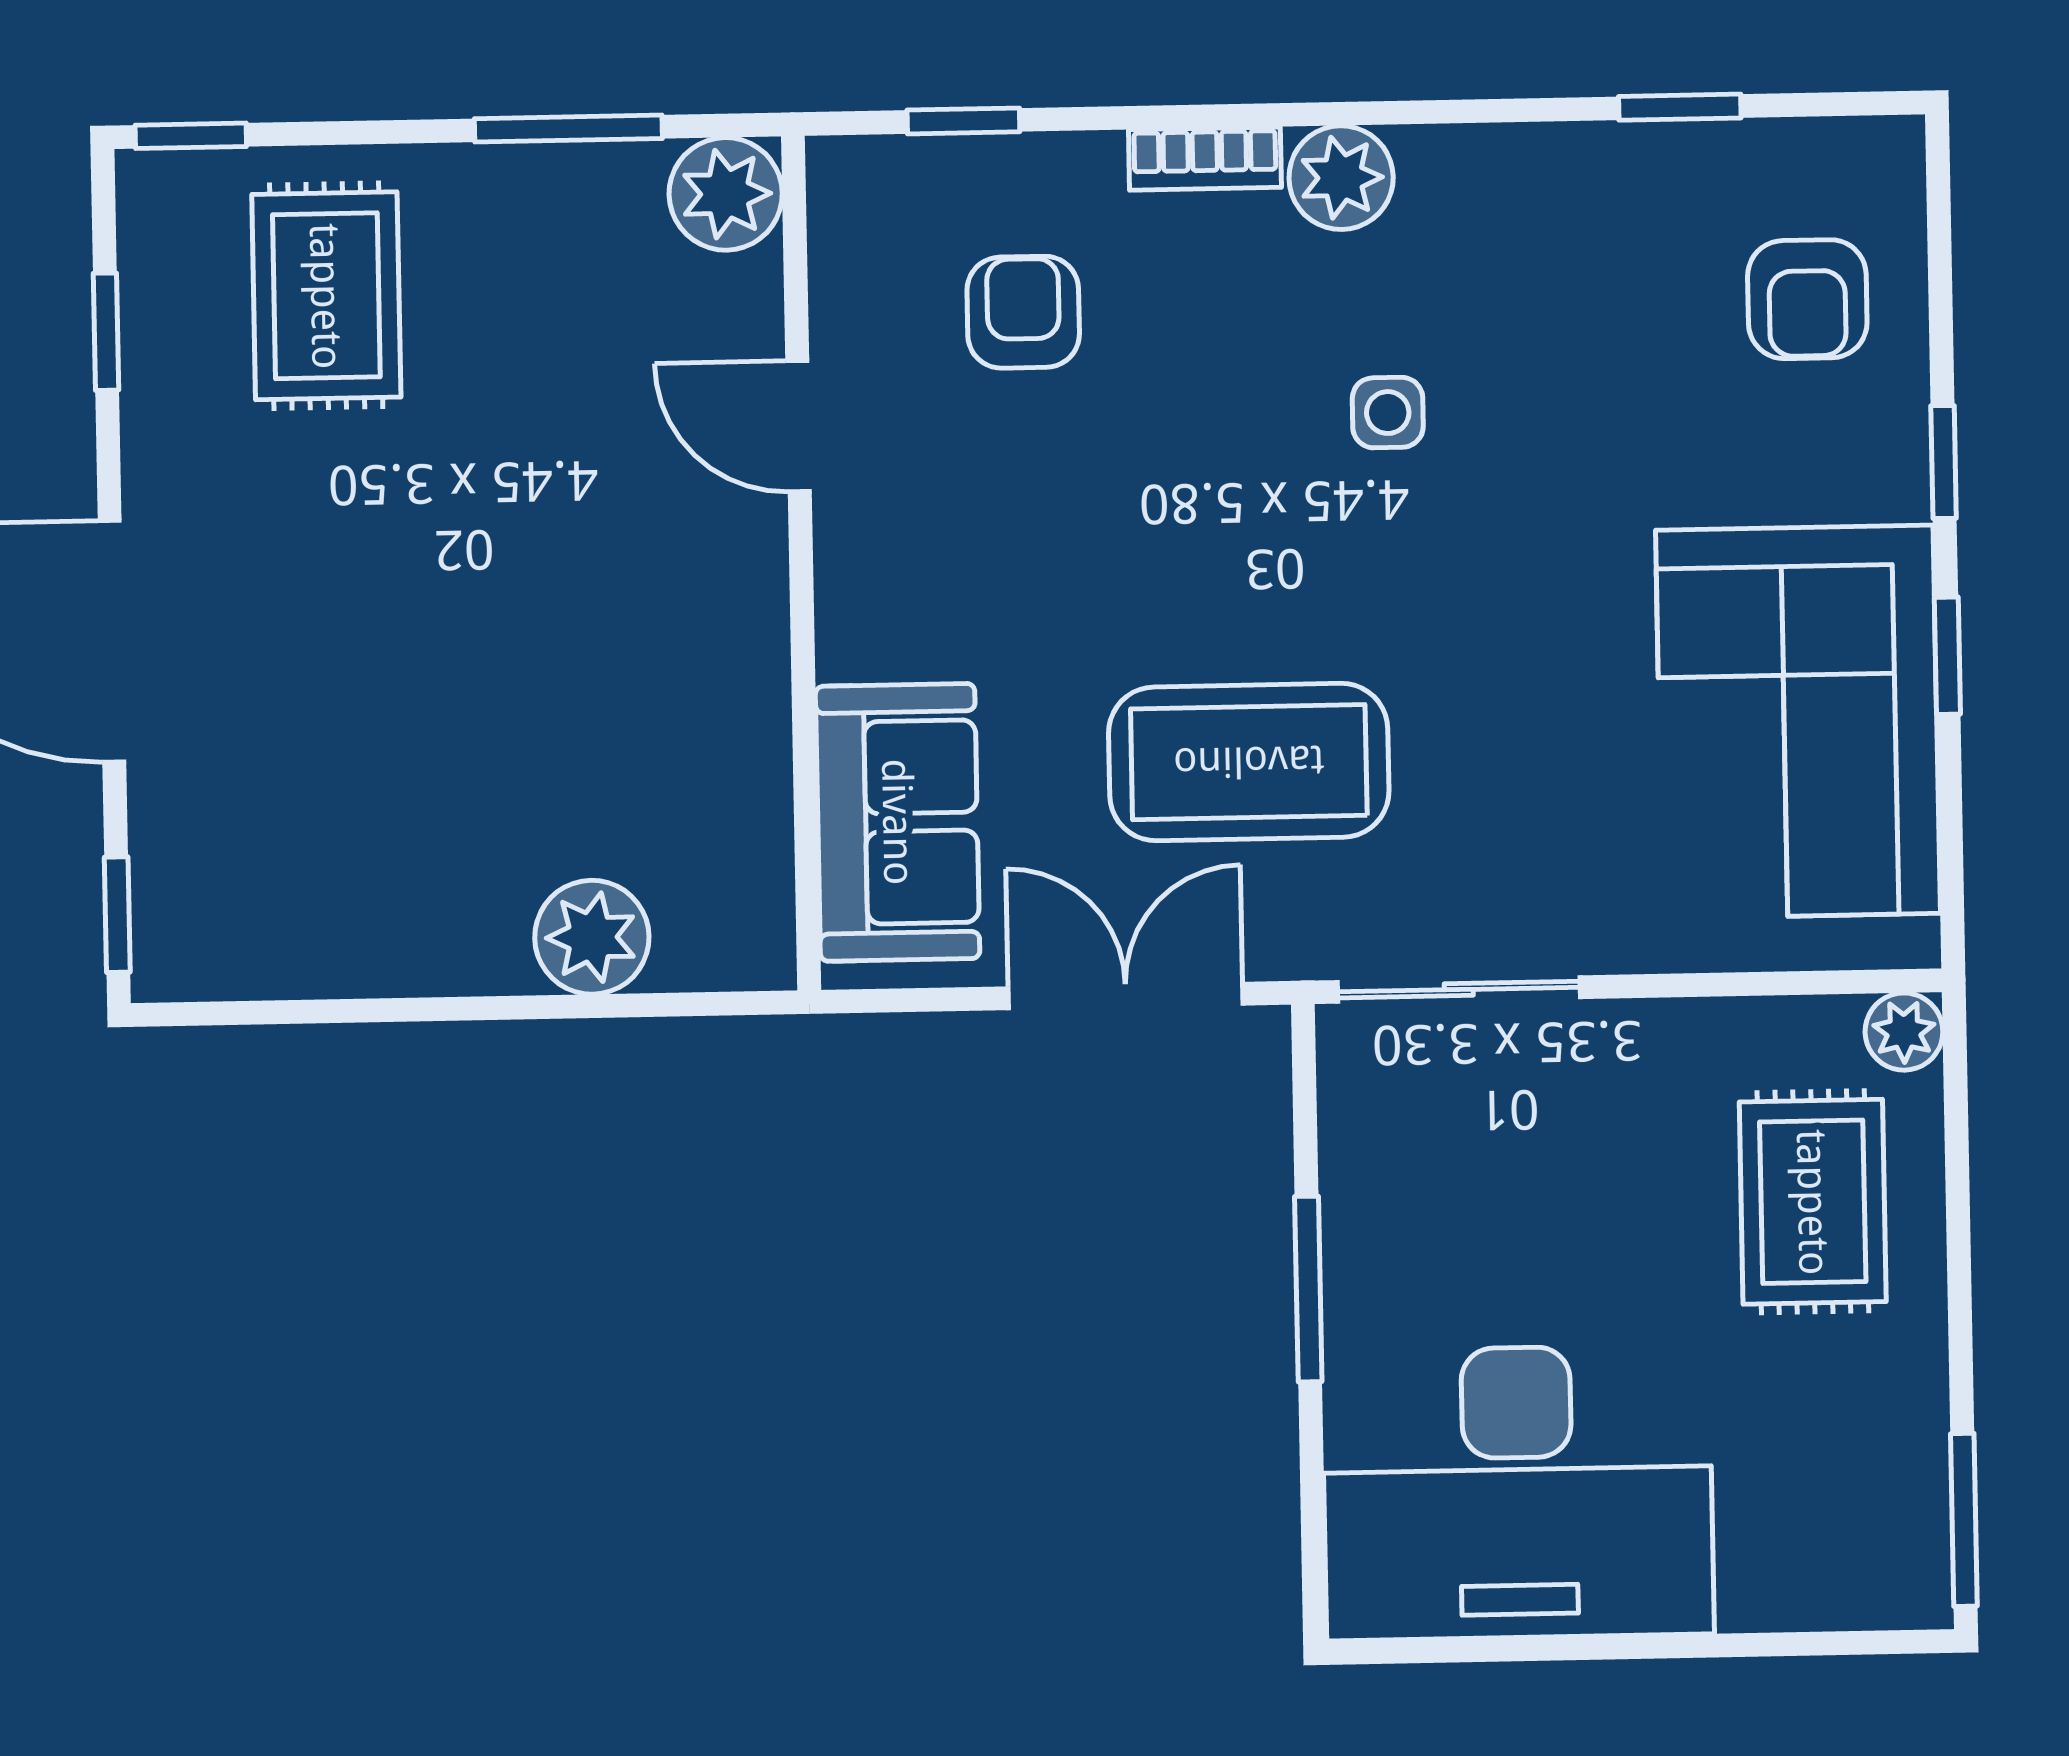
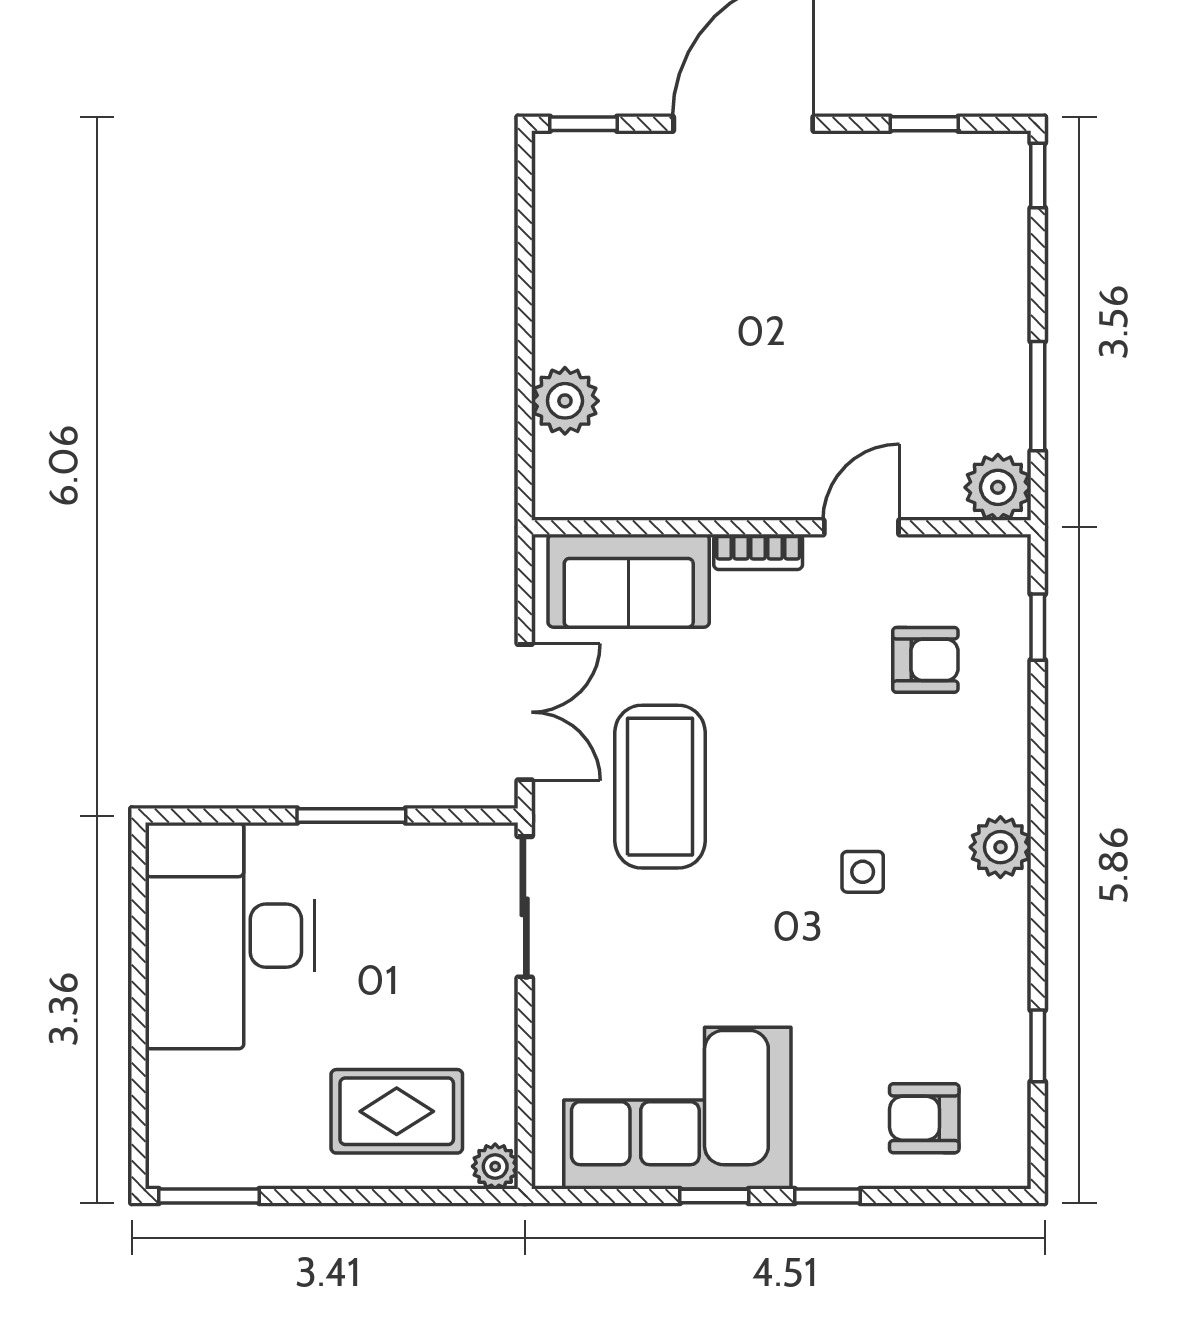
bookcase: (1205, 159) -> (758, 552), moved, turned -90
rug: (326, 296) -> (943, 253), removed

